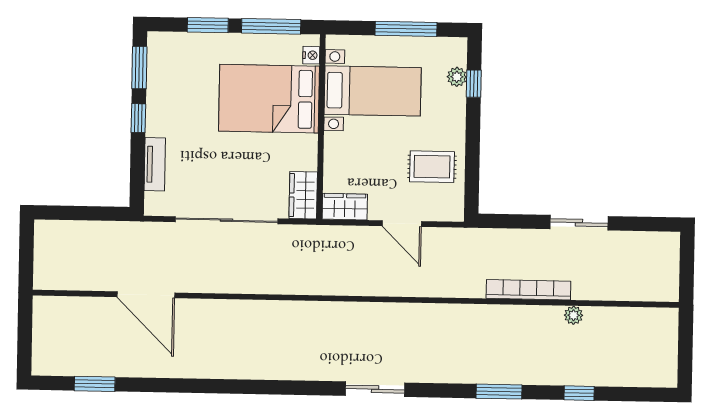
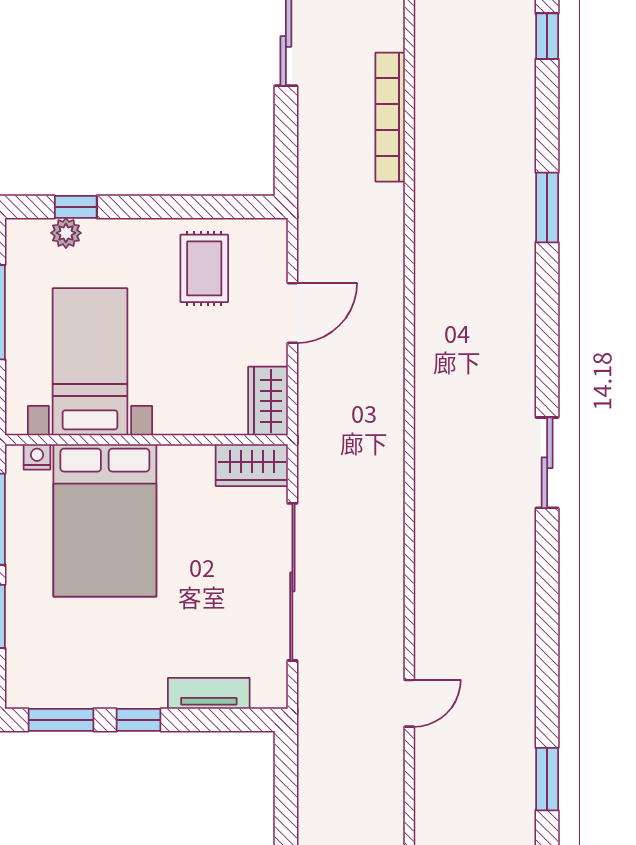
door: (146, 295) -> (409, 703), width x0.53
plant: (574, 315) -> (428, 47), removed
sliding door: (375, 389) -> (547, 463), moved
window: (499, 392) -> (547, 207), moved

